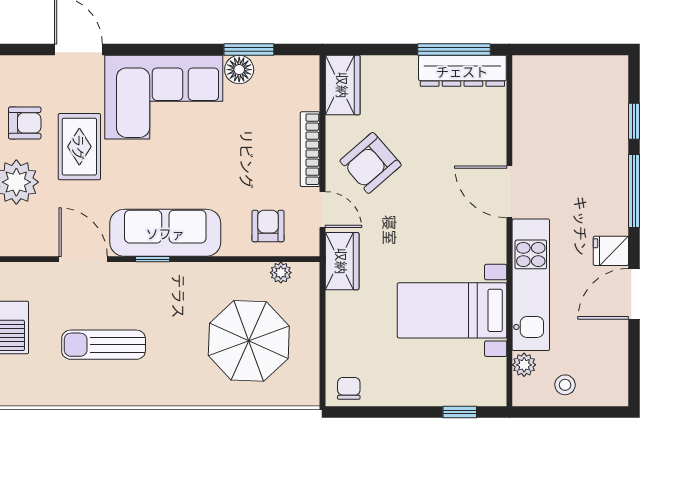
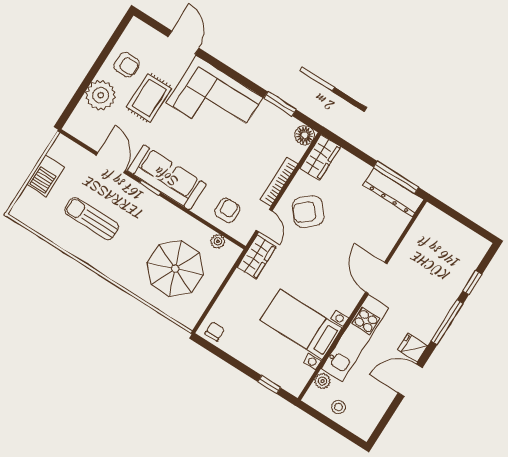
floor lamp: (239, 70) -> (305, 135), moved

